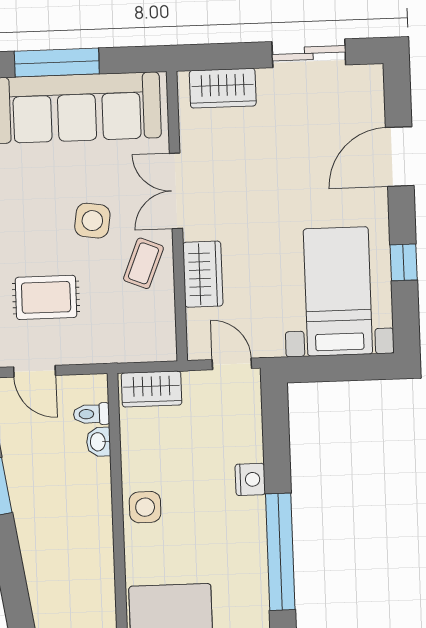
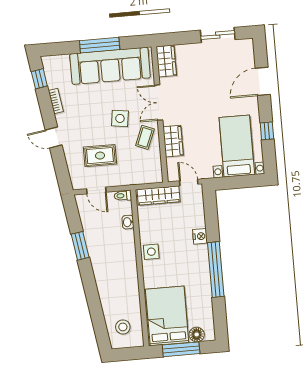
wardrobe: (223, 88) -> (166, 61), moved, turned -90
wardrobe: (152, 389) -> (159, 196), width x1.50
toilet: (91, 414) -> (123, 196), moved

